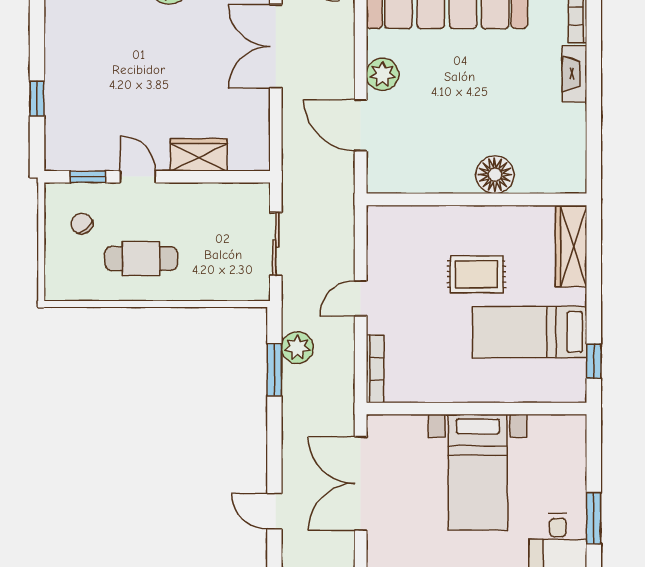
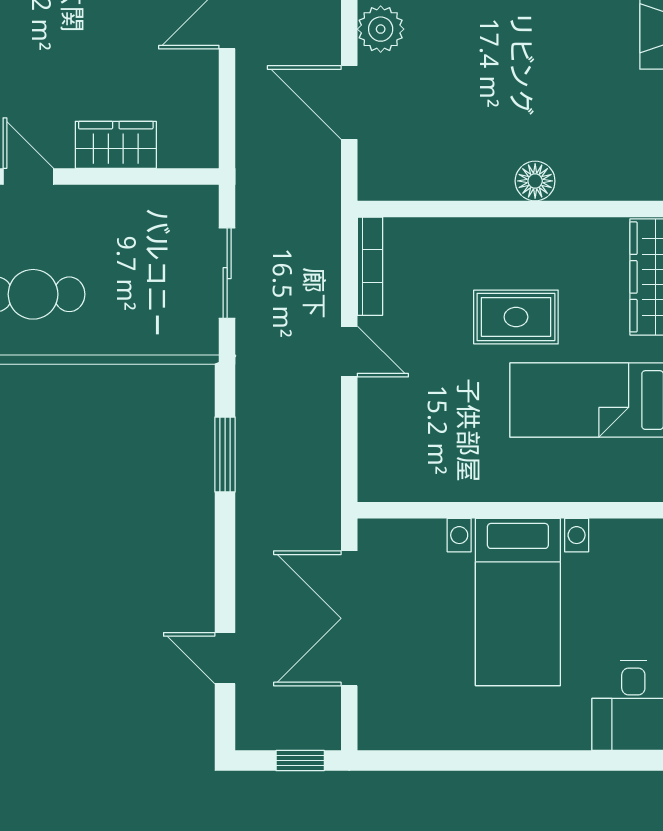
floor lamp: (495, 175) -> (535, 181), width x0.73, depth x0.73
door: (361, 298) -> (349, 352), swing flipped
plant: (297, 348) -> (258, 422), removed
bookcase: (375, 369) -> (370, 266), moved

